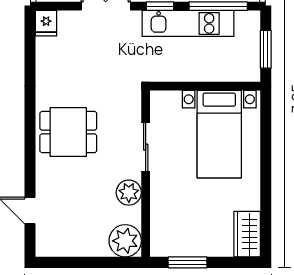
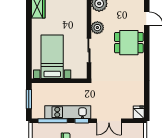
dining table: (68, 132) -> (129, 43), moved

